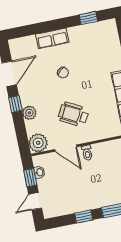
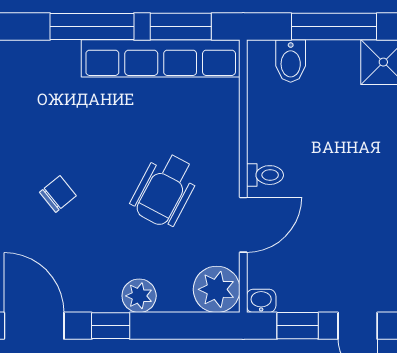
washbasin: (39, 172) -> (261, 301), moved

